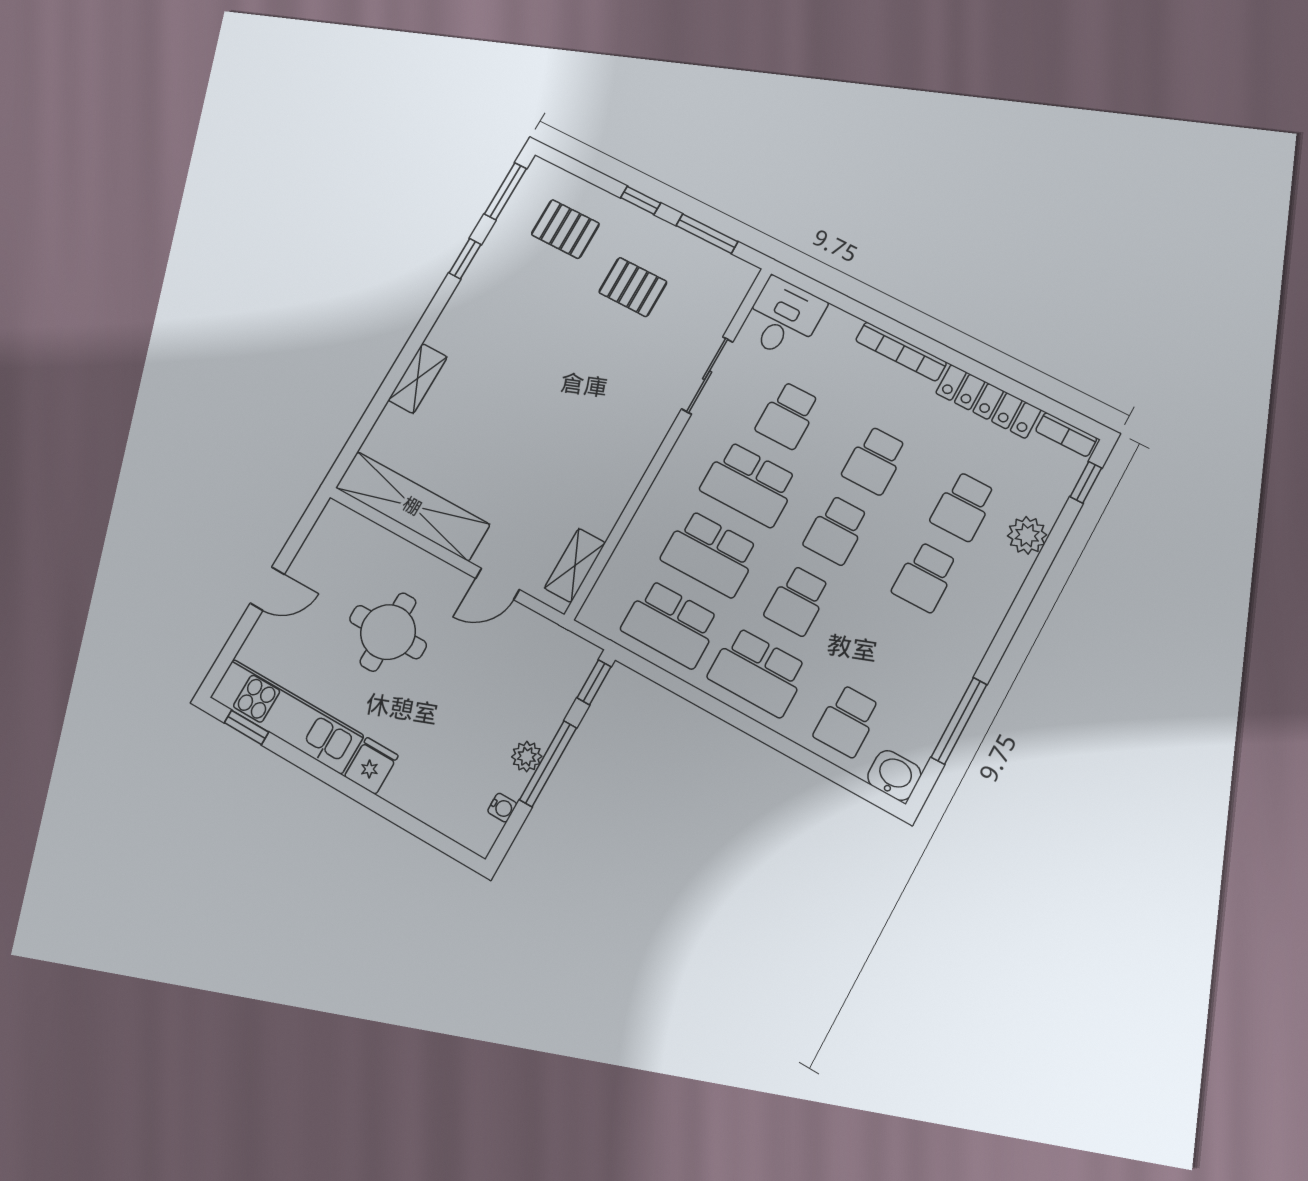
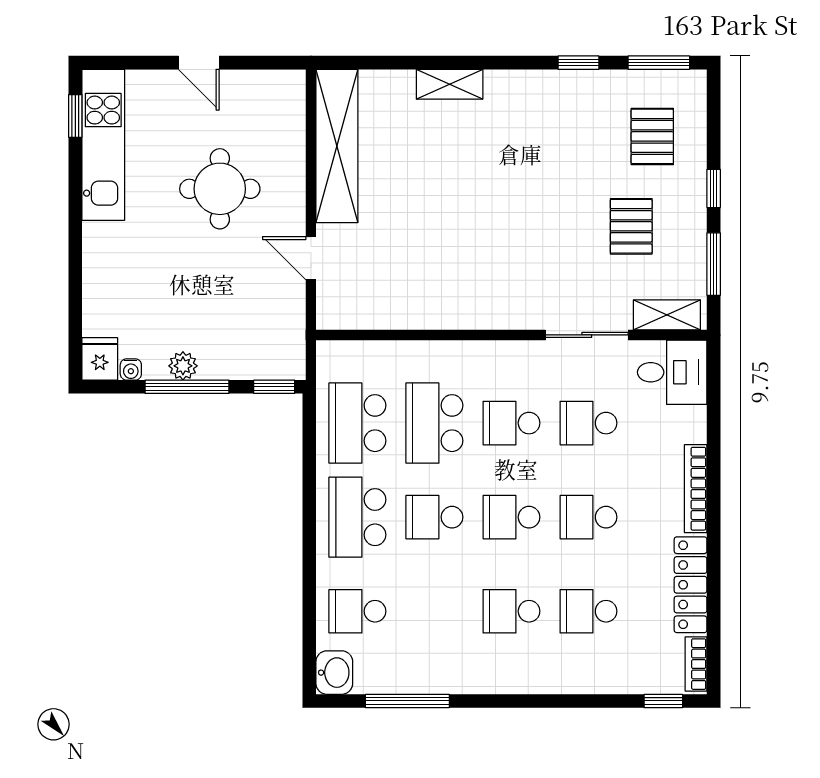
school desk: (749, 484) -> (511, 423), width x0.54
plant: (1027, 535) -> (592, 676), removed
shelving: (575, 565) -> (667, 315), moved
fridge: (371, 766) -> (100, 359), moved, turned -90

